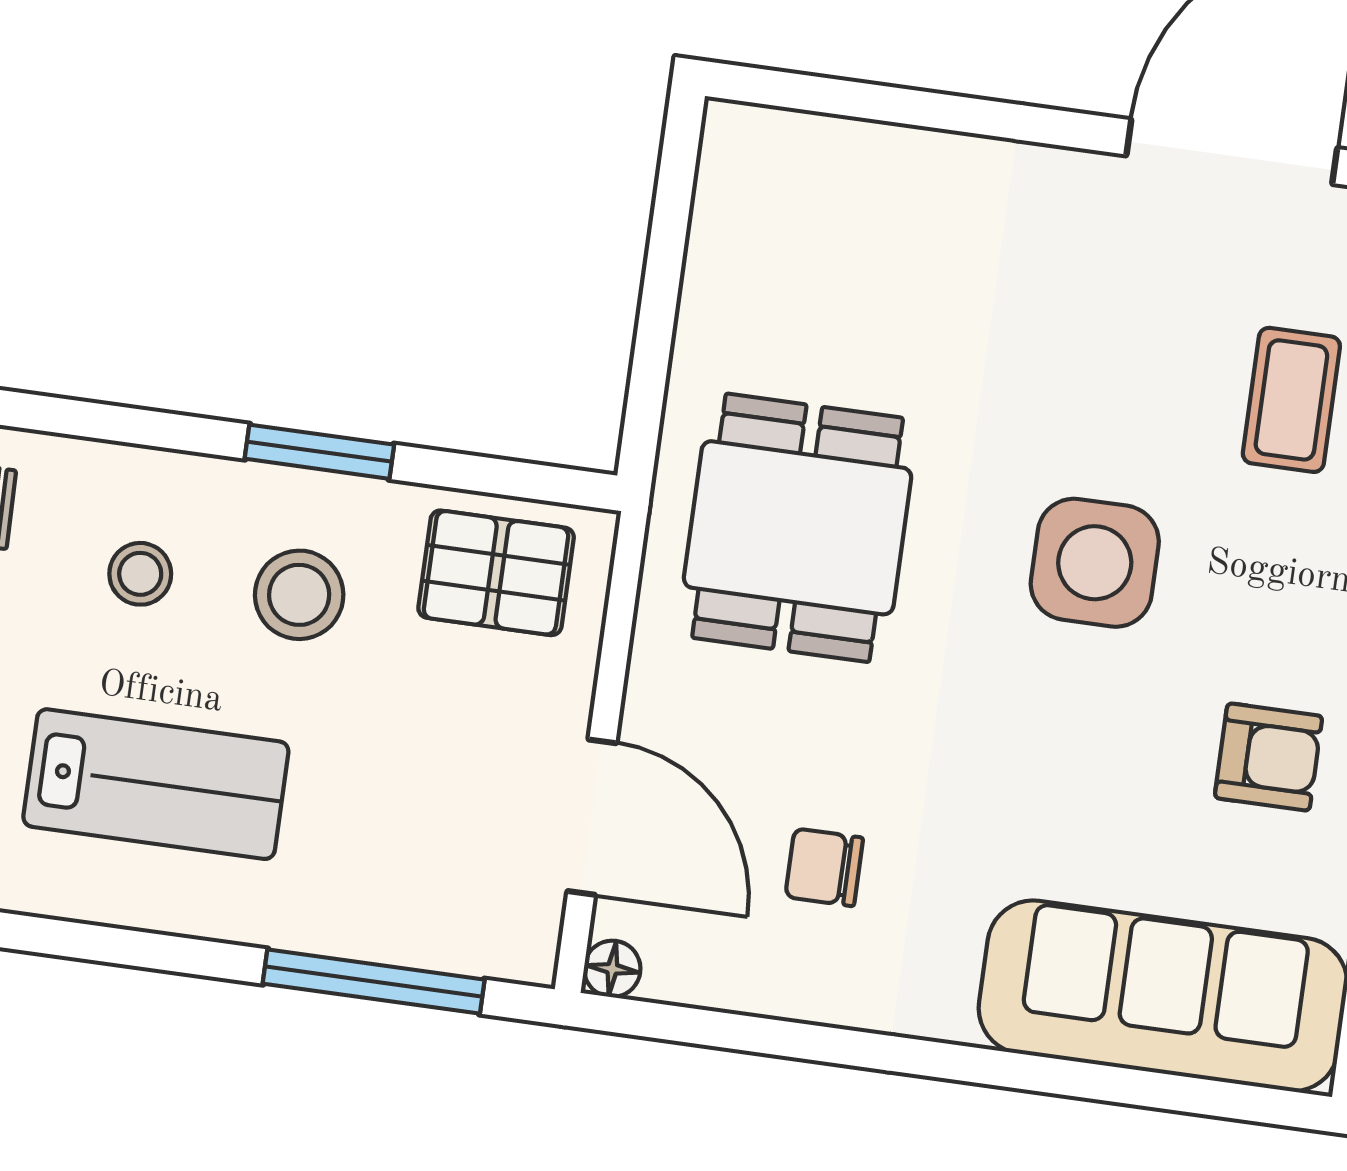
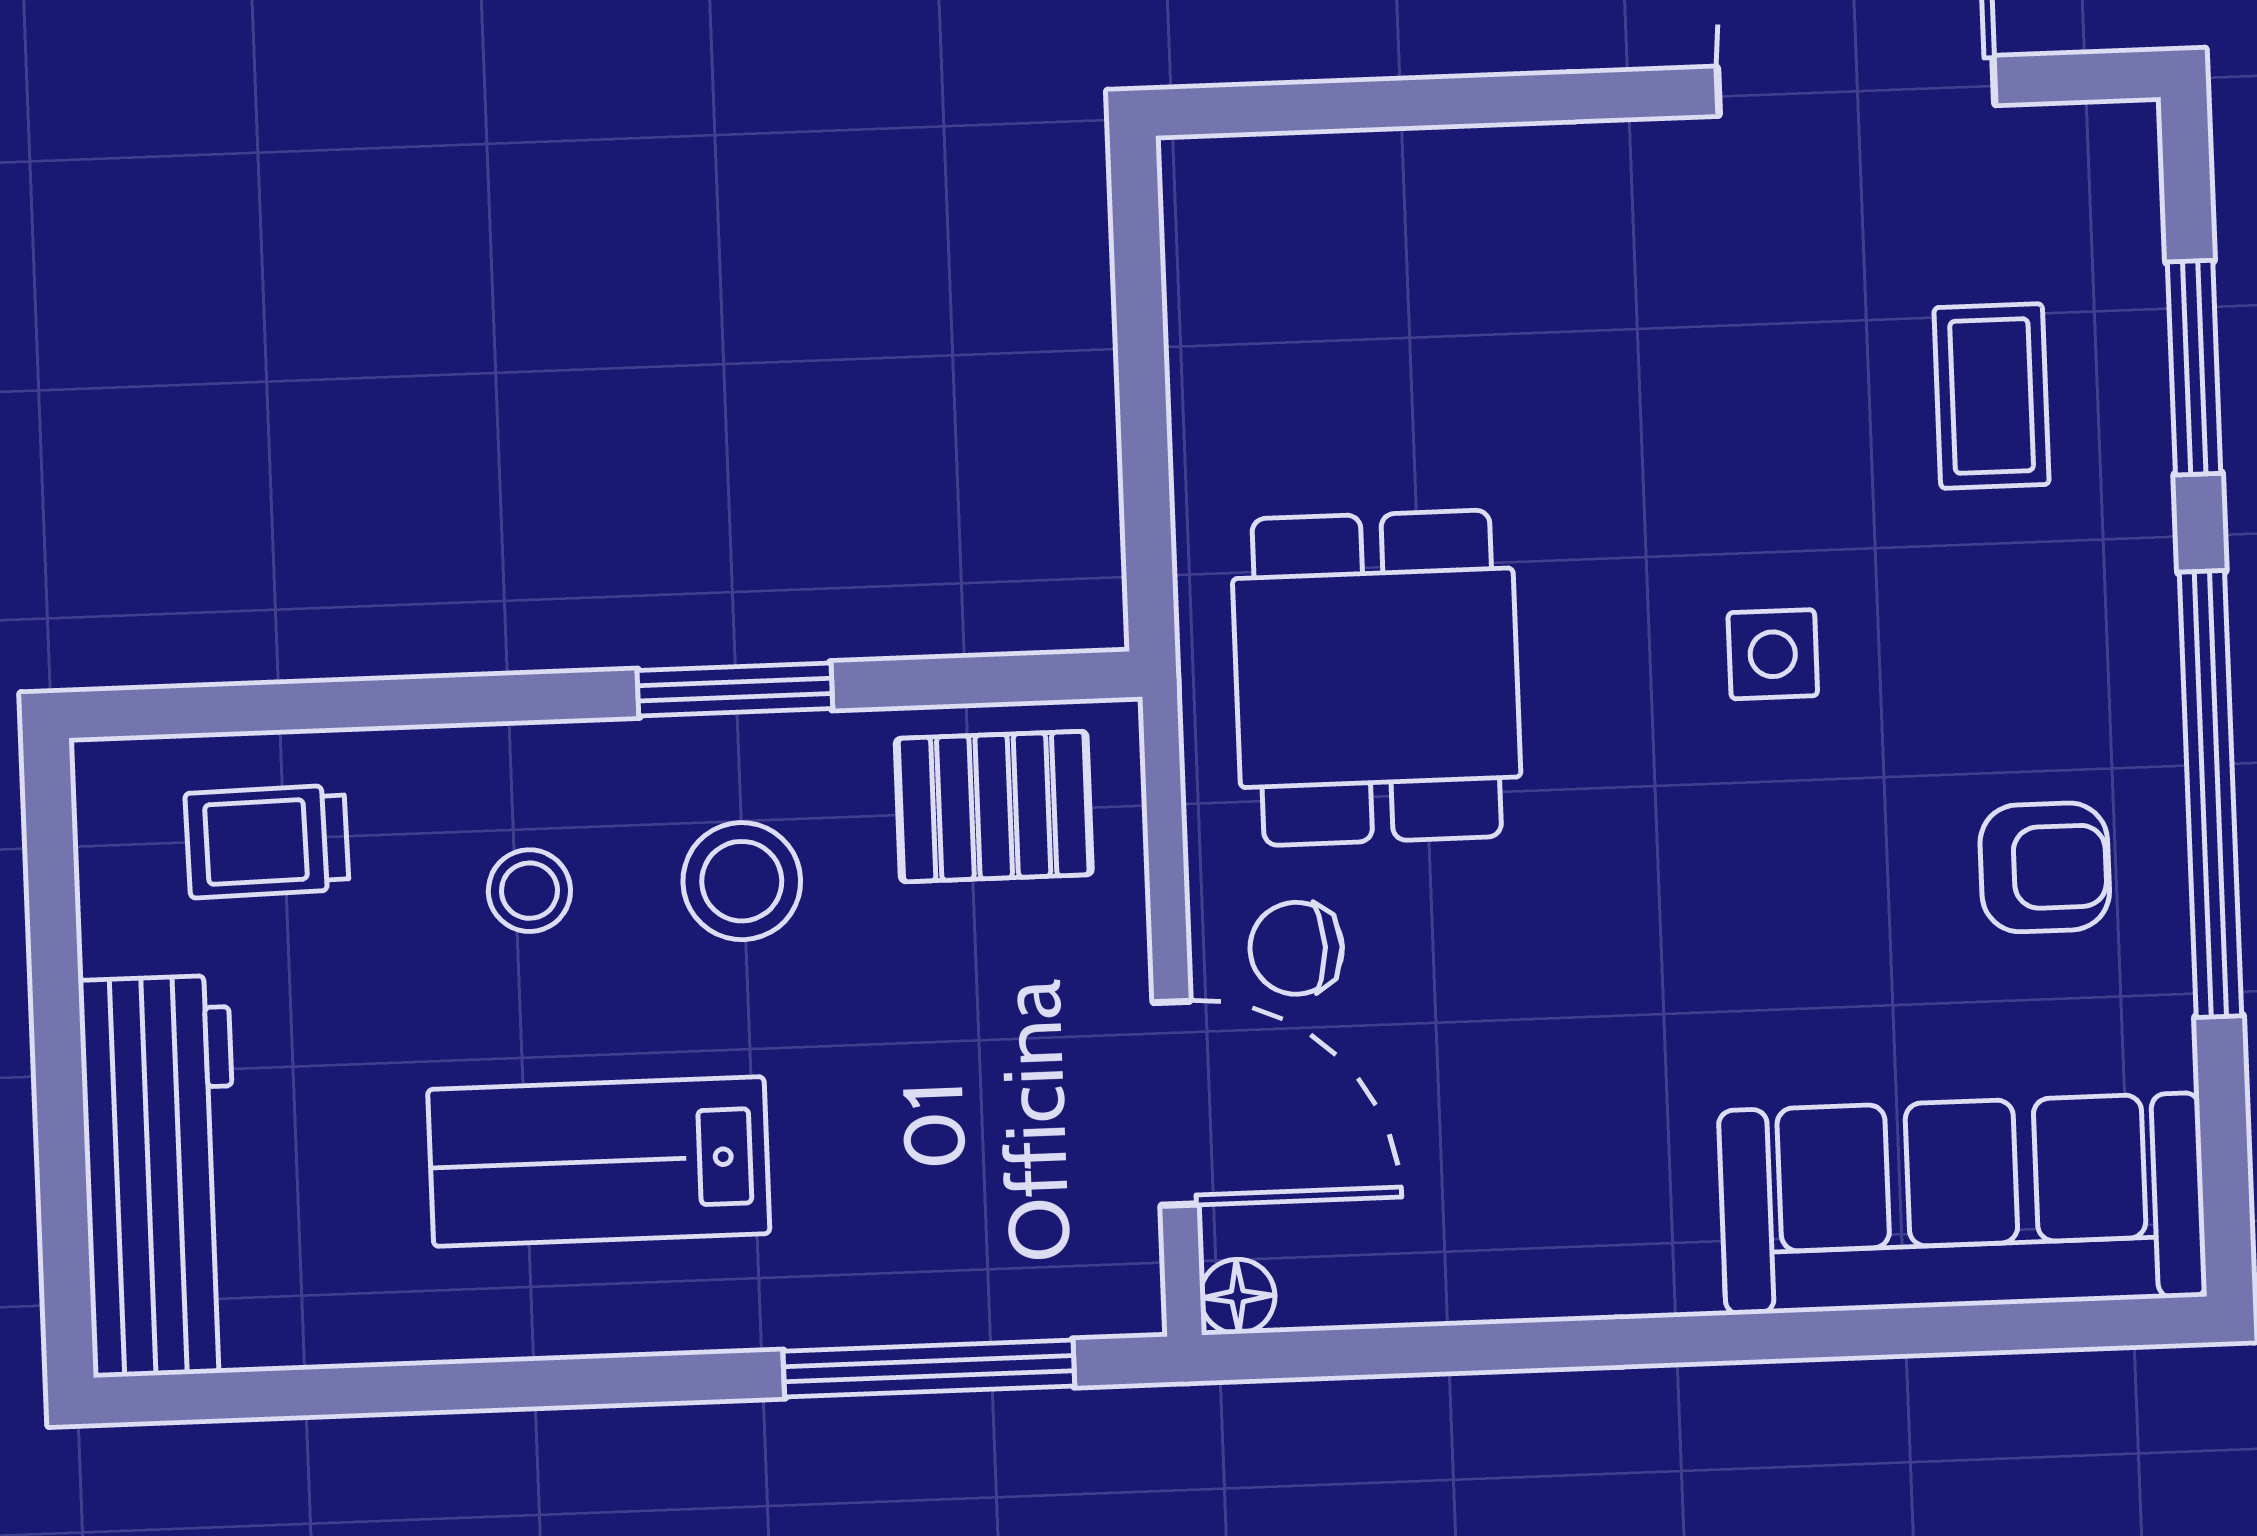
side table: (1095, 563) -> (1773, 654), width x0.54, depth x0.54
lab bench: (156, 784) -> (599, 1161), turned 180
chair: (824, 867) -> (1296, 948), moved

